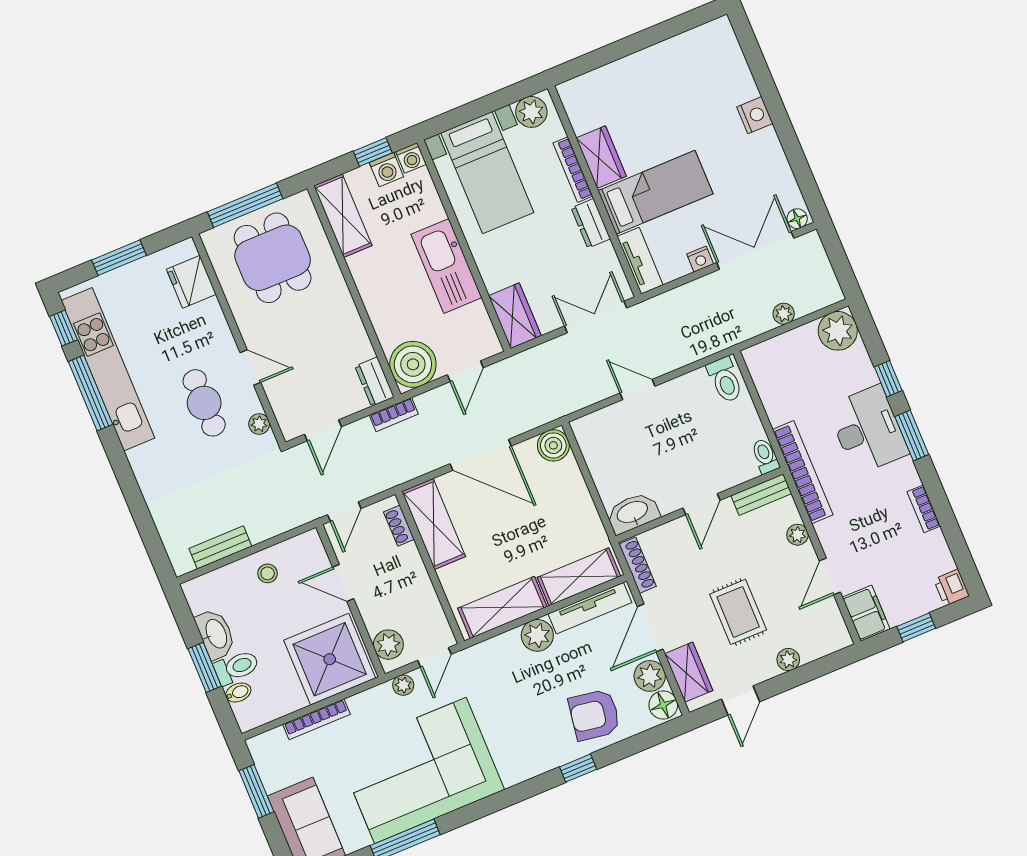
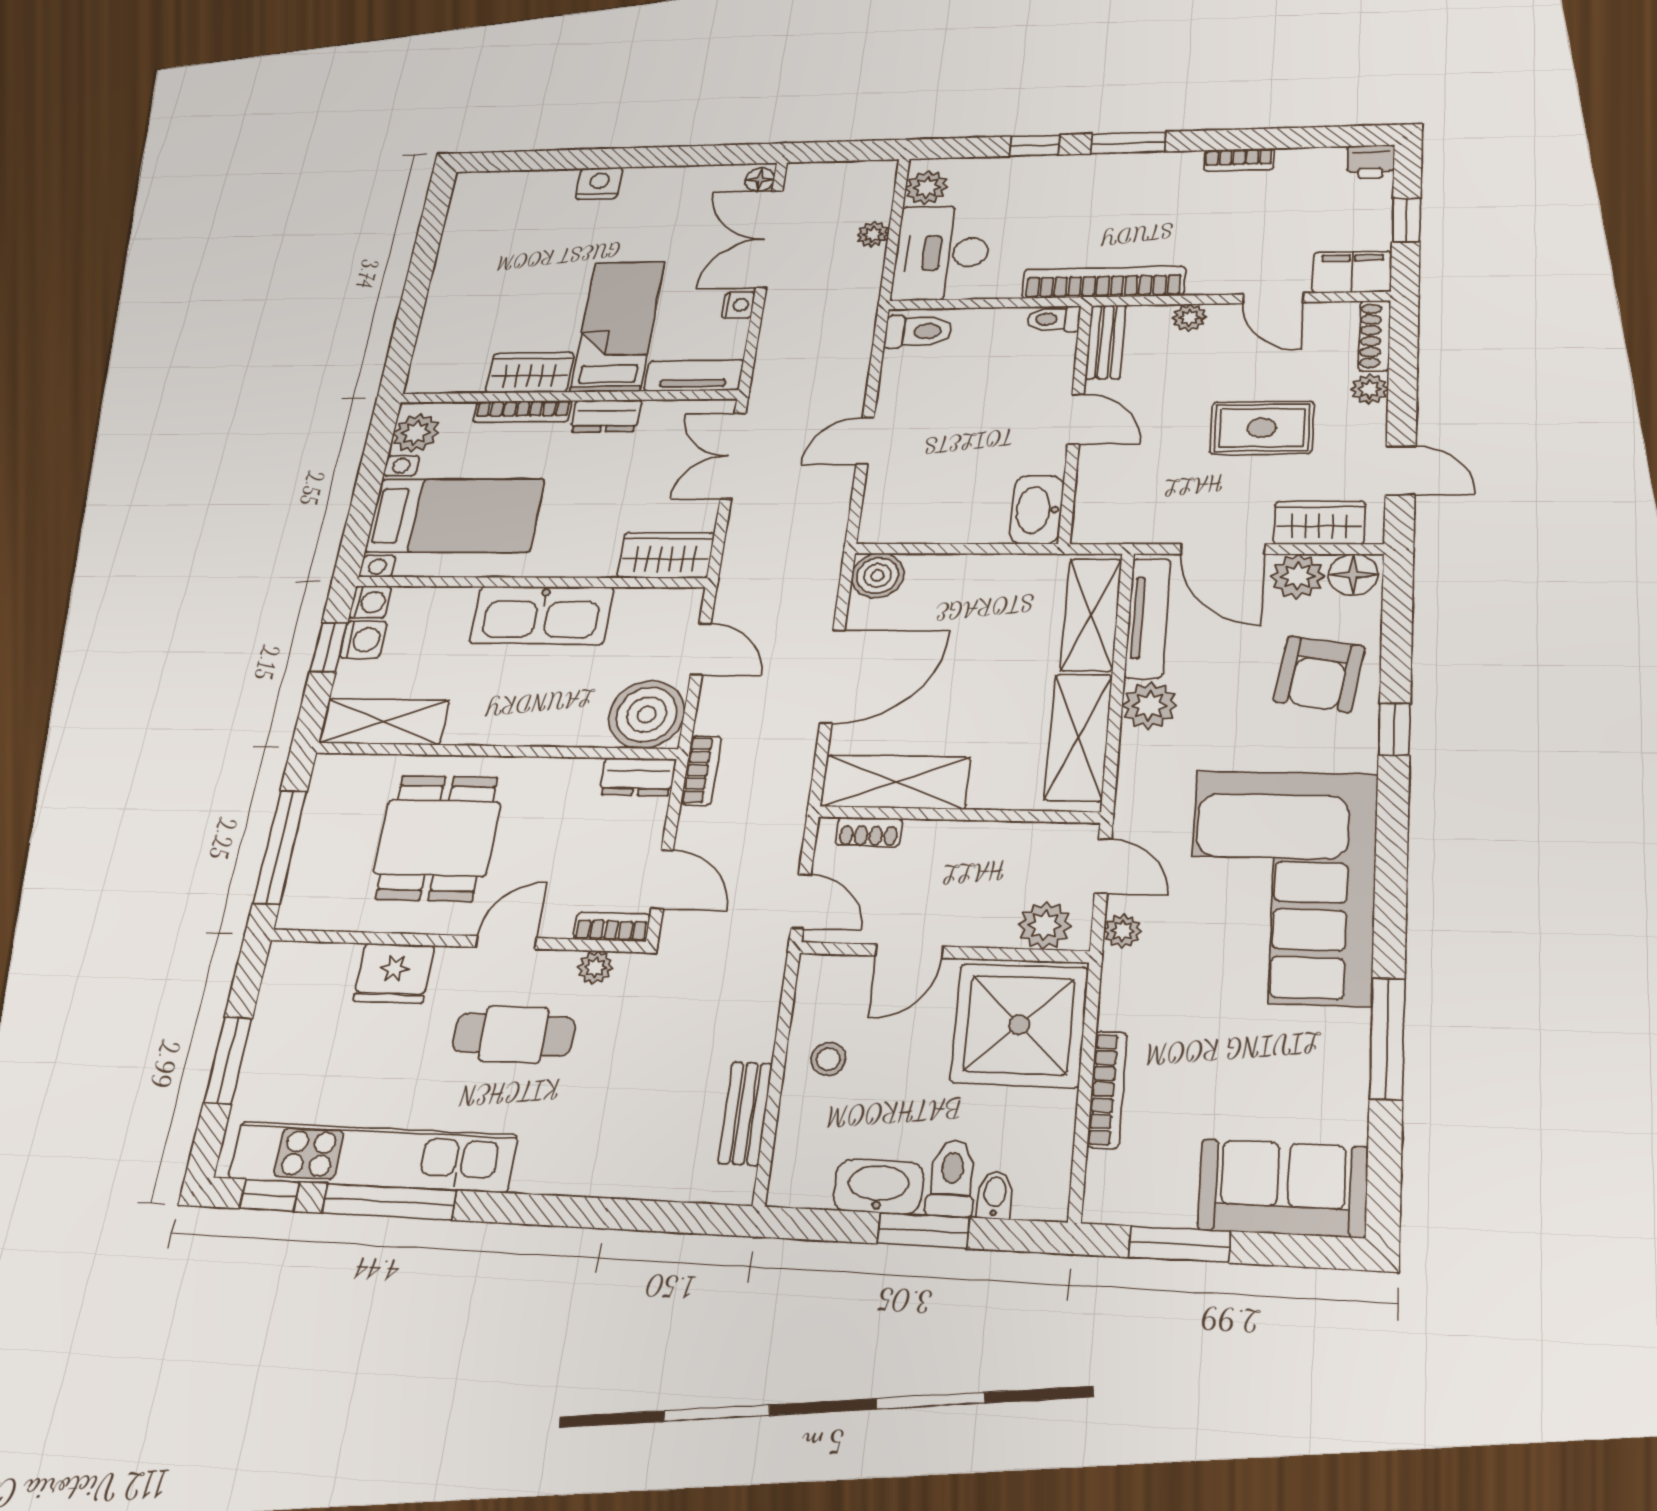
dining table: (273, 258) -> (437, 838), moved, turned 90
fridge: (191, 282) -> (394, 973), moved
plant: (838, 331) -> (927, 188), width x0.73, depth x0.73
bookcase: (285, 419) -> (612, 927), added
desk: (868, 430) -> (942, 253), moved, turned -90
shoe rack: (638, 565) -> (1375, 336), moved, turned -90
corner sofa: (420, 770) -> (1282, 886), moved

